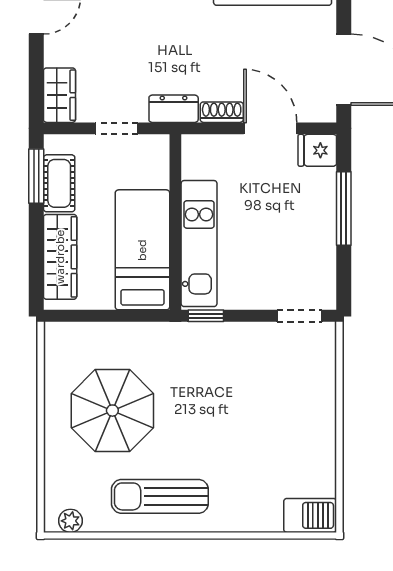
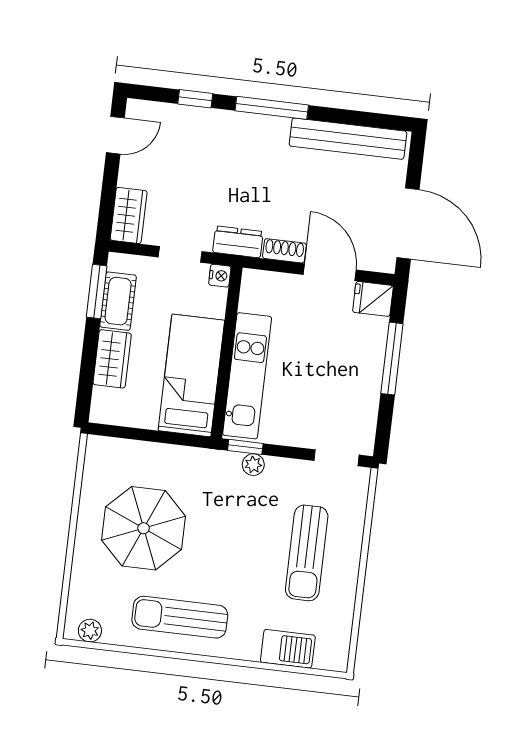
nightstand: (159, 145) -> (220, 276), added
wardrobe: (60, 257) -> (112, 359), width x0.67
plant: (216, 333) -> (253, 465), added
sun lounger: (281, 416) -> (307, 553), added
barbecue: (310, 515) -> (288, 649), moved

